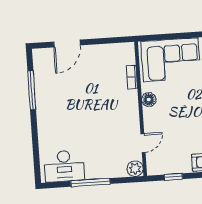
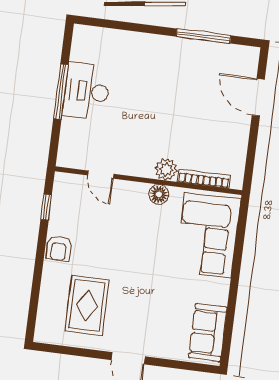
bookcase: (132, 77) -> (204, 179), width x1.56
desk: (64, 166) -> (87, 91), moved
plant: (135, 169) -> (166, 169), moved

